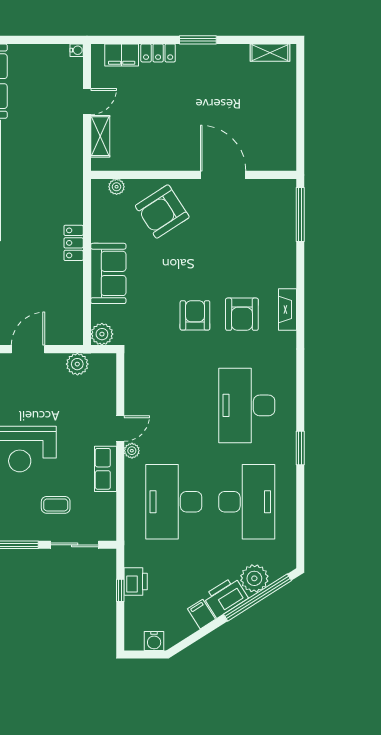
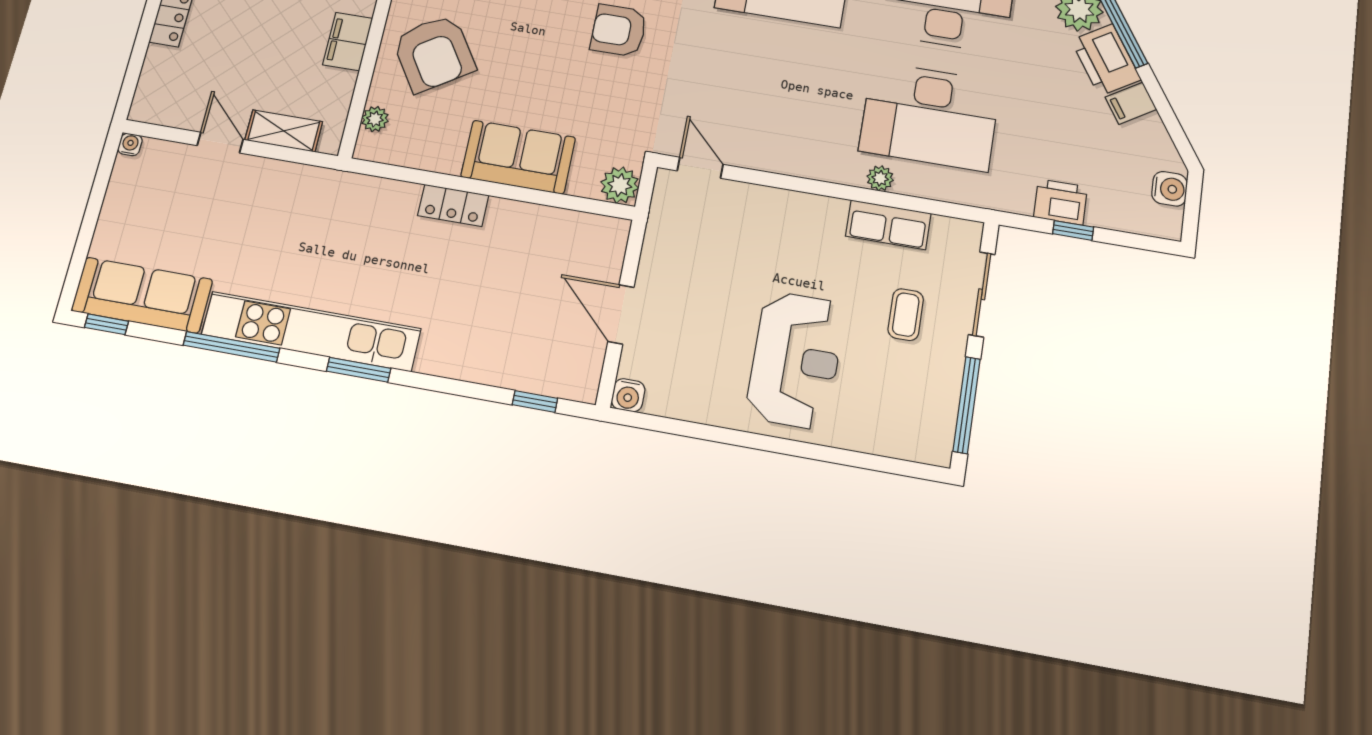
filing cabinet: (122, 55) -> (348, 41), moved, turned 180
plant: (77, 364) -> (664, 235), removed
door: (120, 428) -> (700, 168), moved
plant: (132, 451) -> (880, 178), moved
row of seats: (105, 469) -> (888, 225), moved

